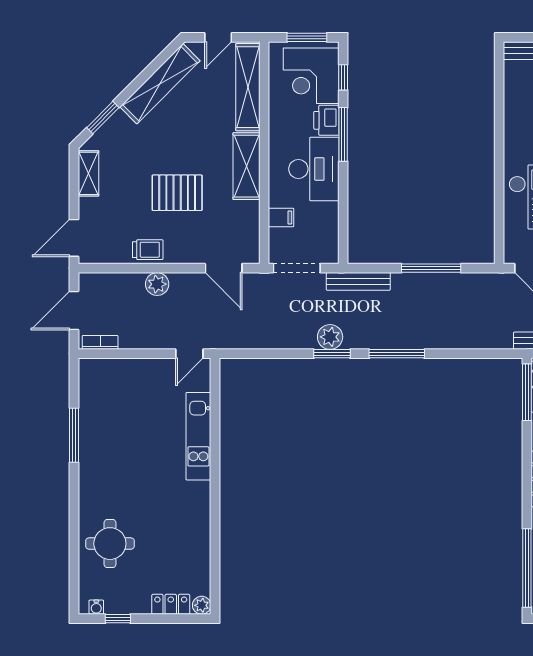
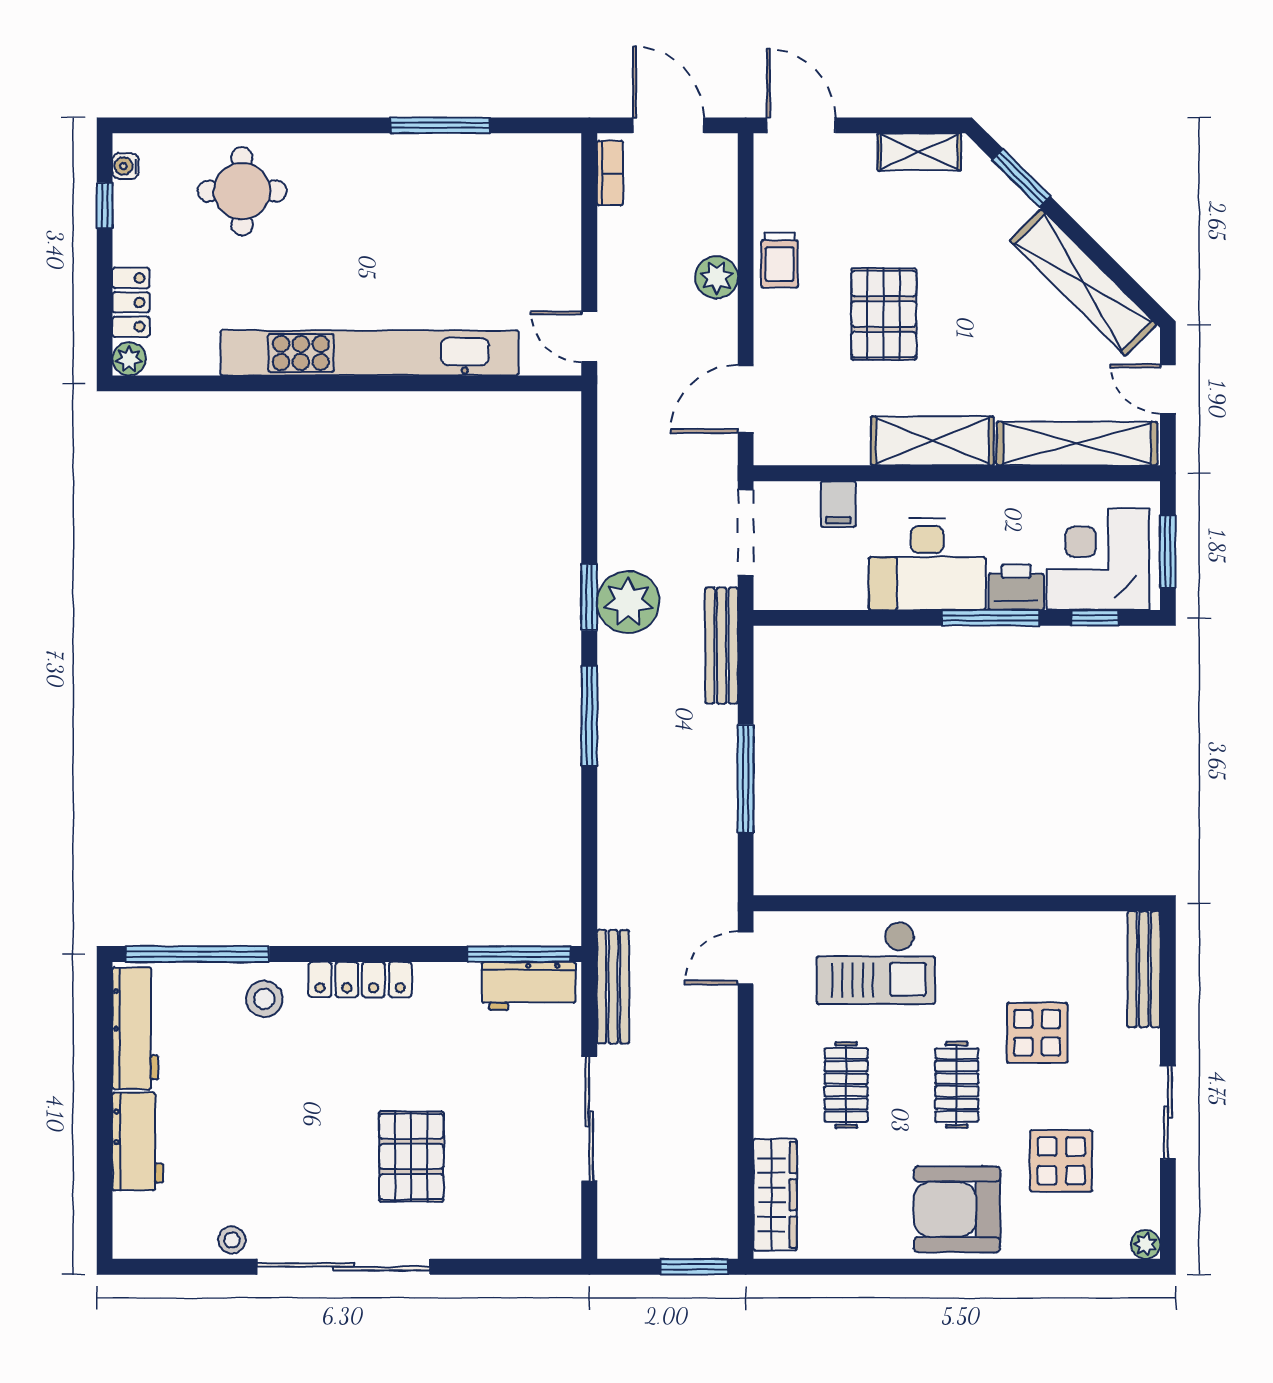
plant: (330, 337) -> (628, 602), width x1.36, depth x1.36
kitchen unit: (198, 436) -> (369, 353), width x1.86

